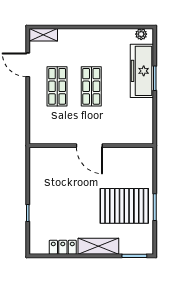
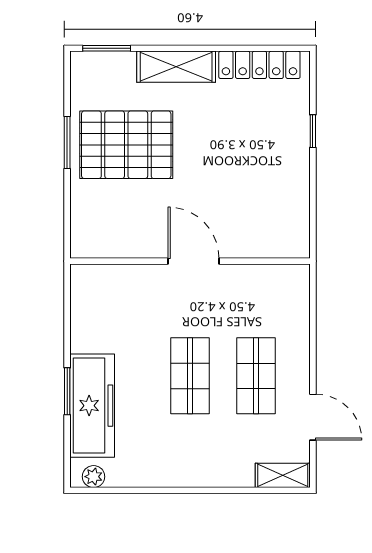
locker: (63, 247) -> (259, 65), width x1.53

